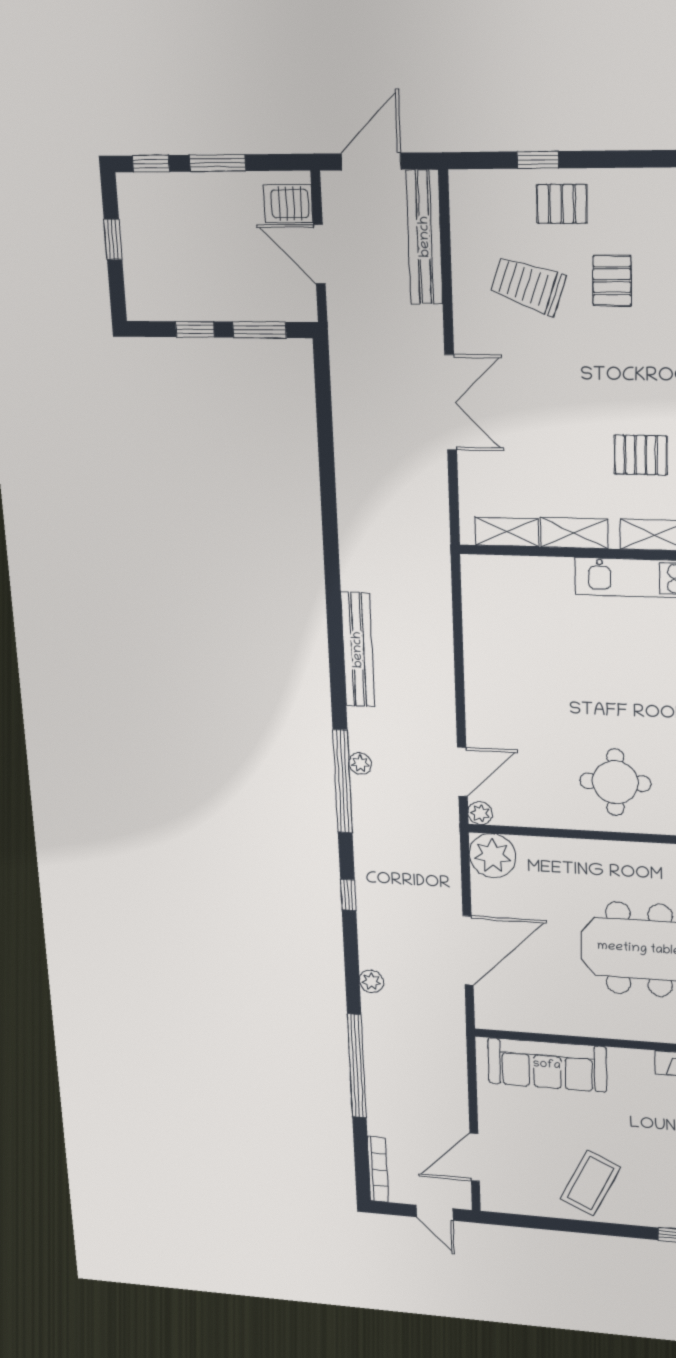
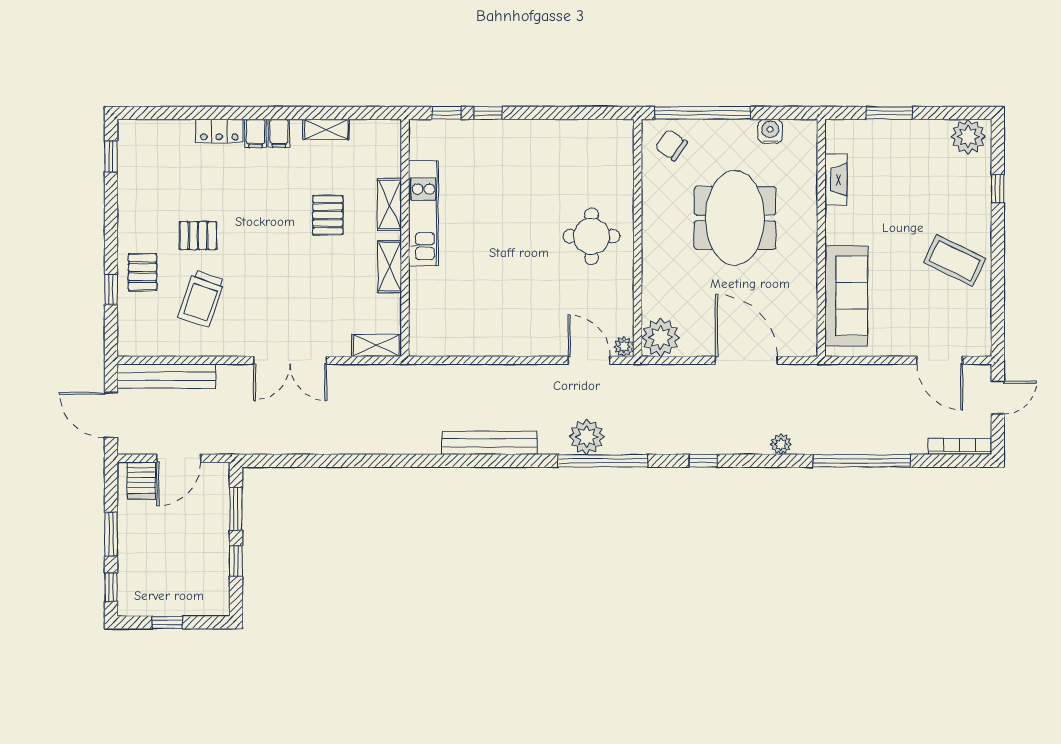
double door: (451, 402) -> (290, 360), swing flipped
shelving: (507, 532) -> (376, 345), moved, turned 90
plant: (360, 764) -> (587, 437), width x1.88, depth x1.88

